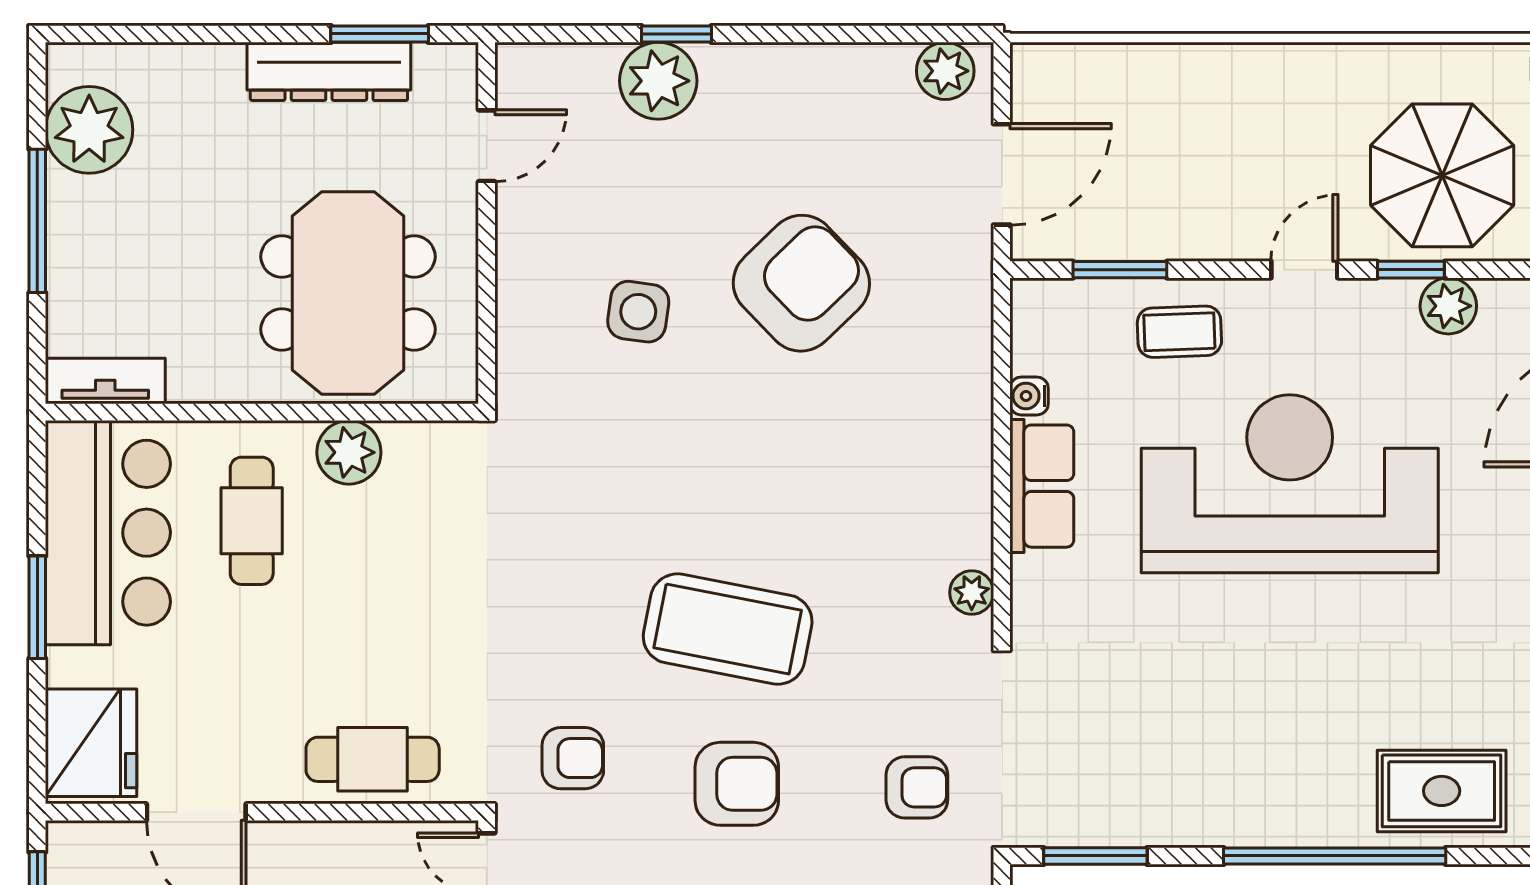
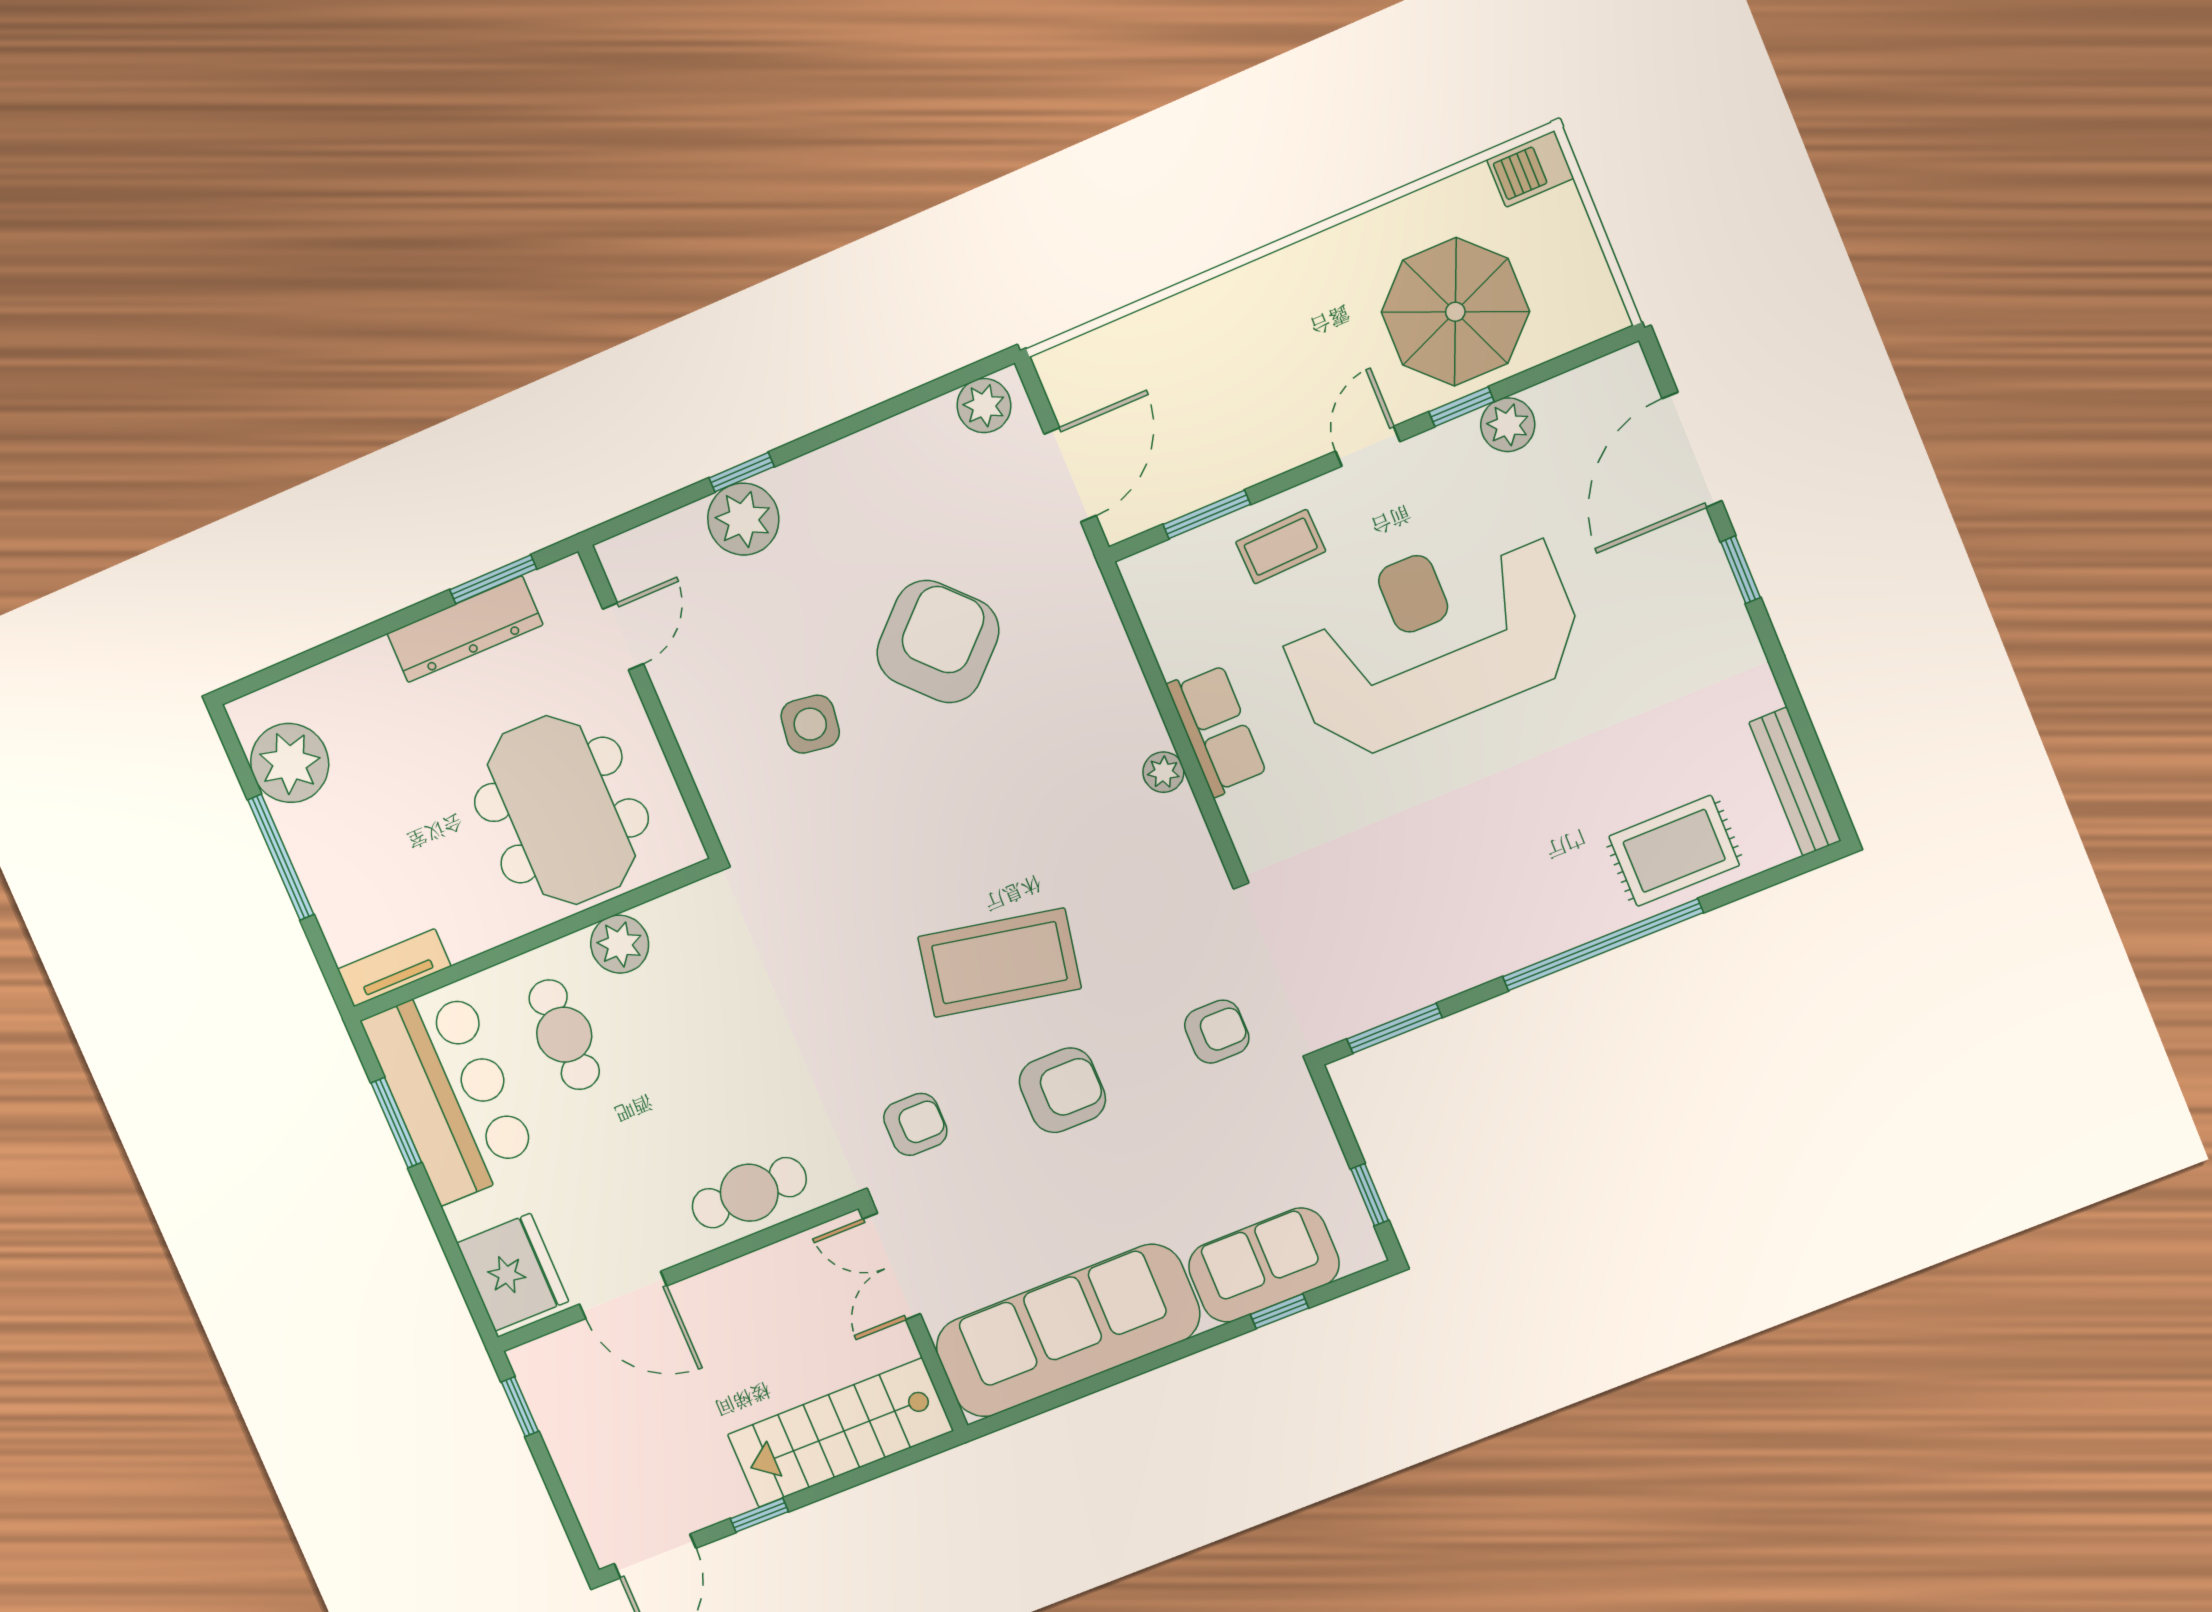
water cooler: (1029, 396) -> (1173, 657), removed
plant: (972, 593) -> (1163, 772), moved
window: (37, 607) -> (396, 1123), moved

